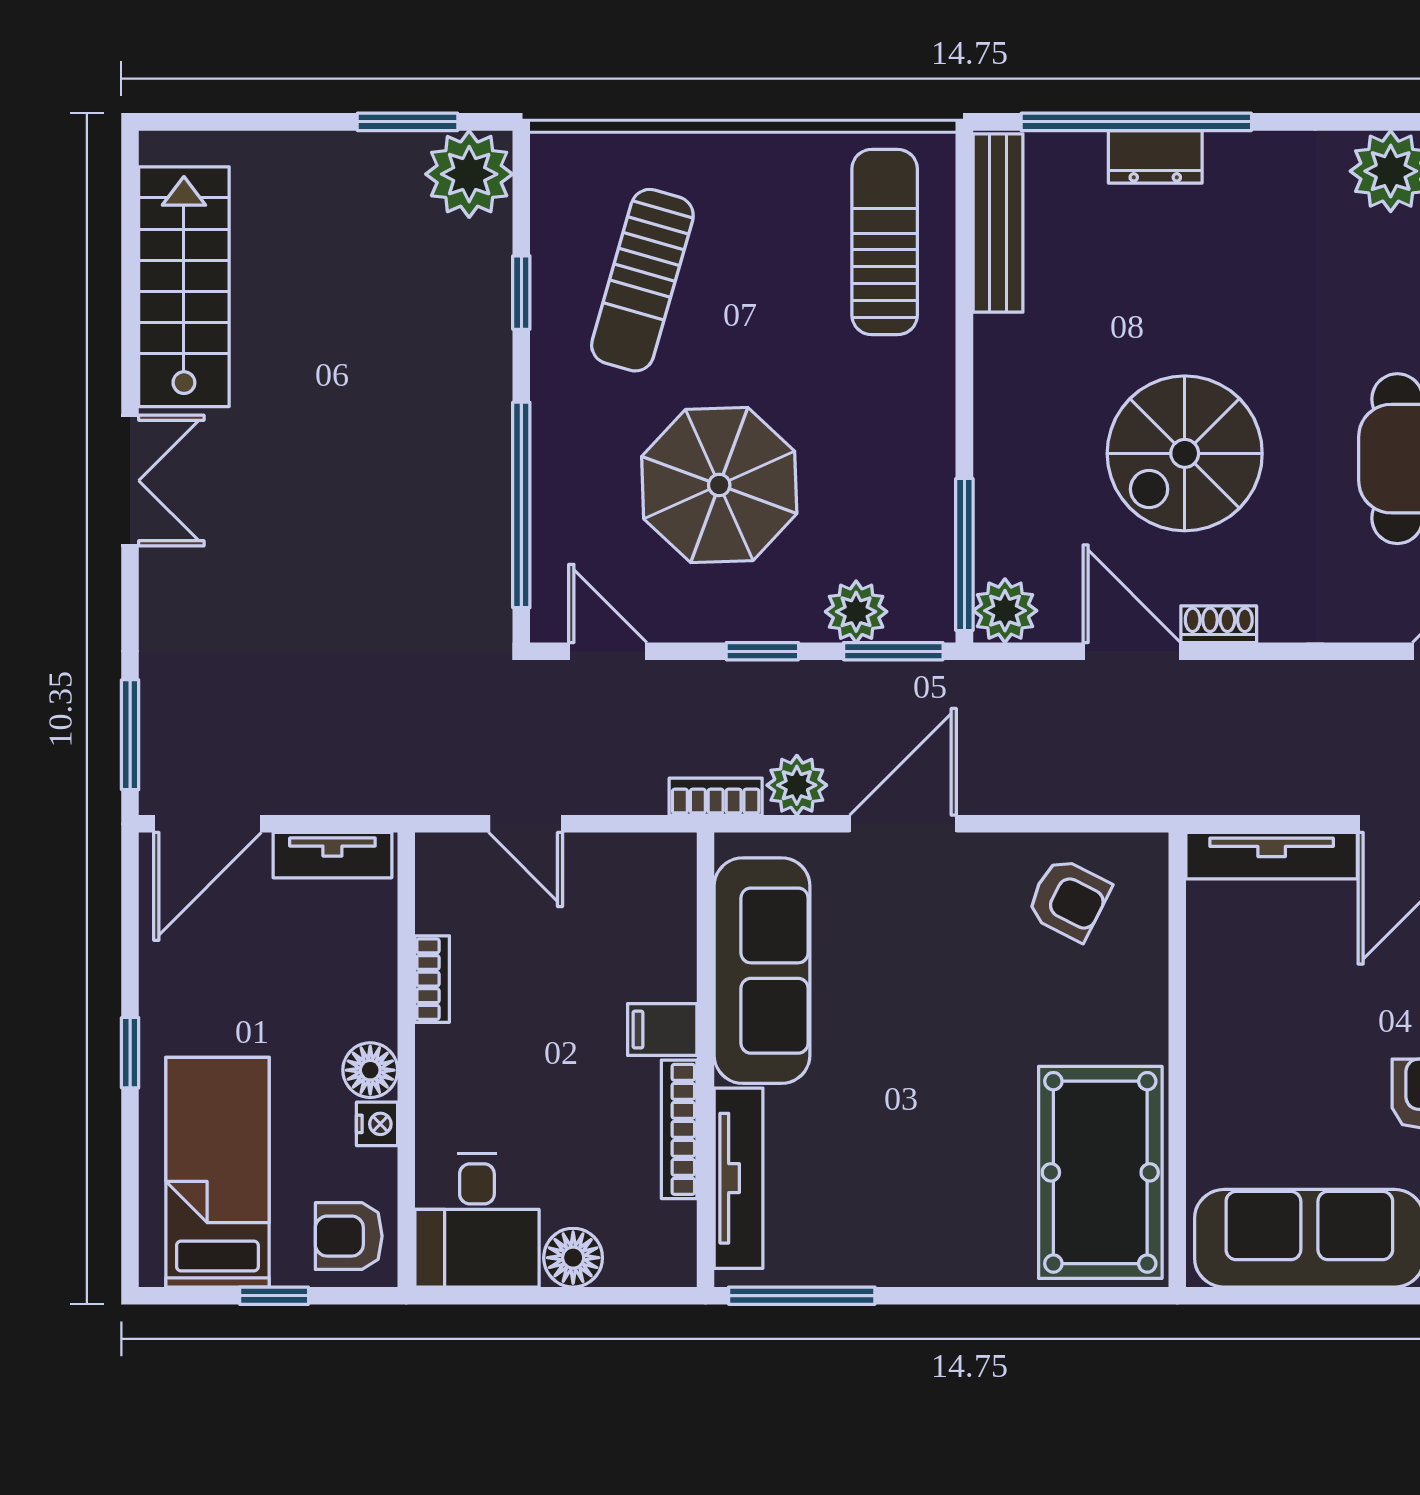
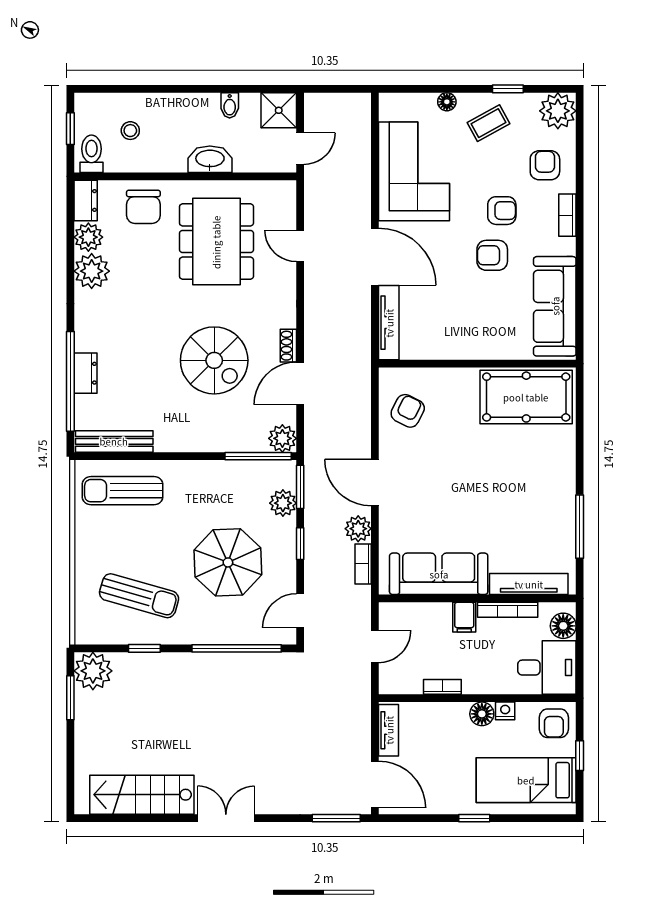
sofa: (762, 971) -> (439, 574), moved
filing cabinet: (662, 1030) -> (464, 617), moved
wall: (705, 1060) -> (477, 598), moved
bookcase: (679, 1129) -> (508, 610), moved
tv unit: (739, 1178) -> (529, 584), moved

